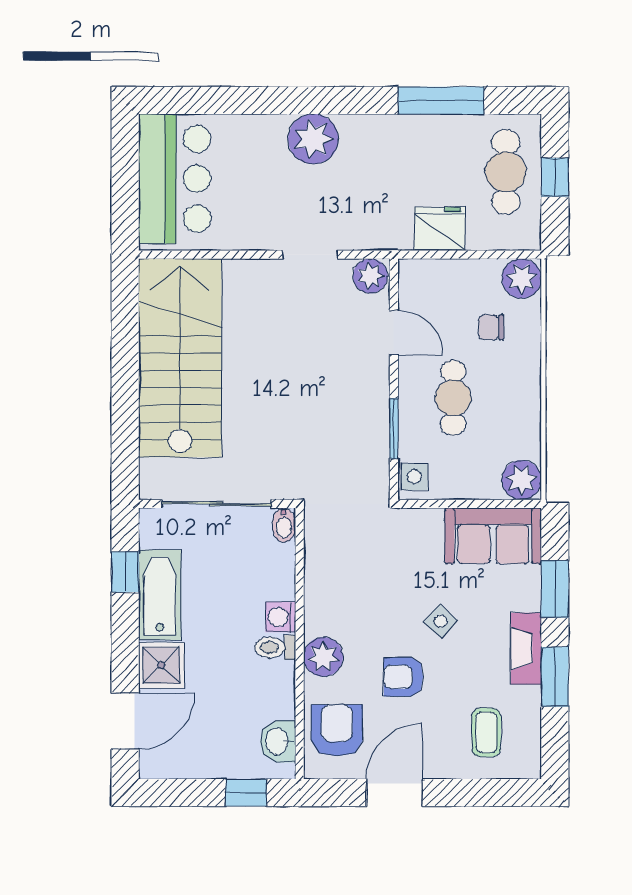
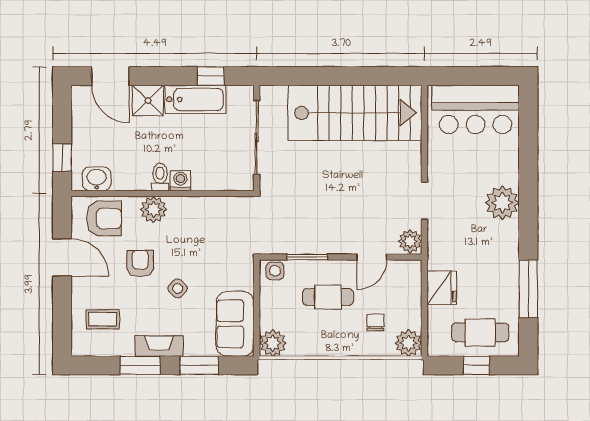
bidet: (284, 525) -> (242, 183), removed

